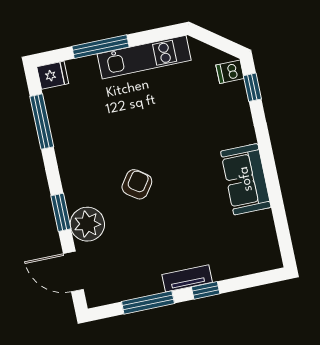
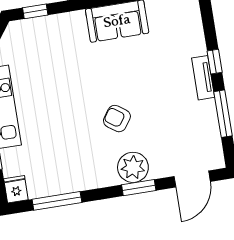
dishwasher: (230, 72) -> (20, 31), removed
plant: (87, 224) -> (133, 167), moved

